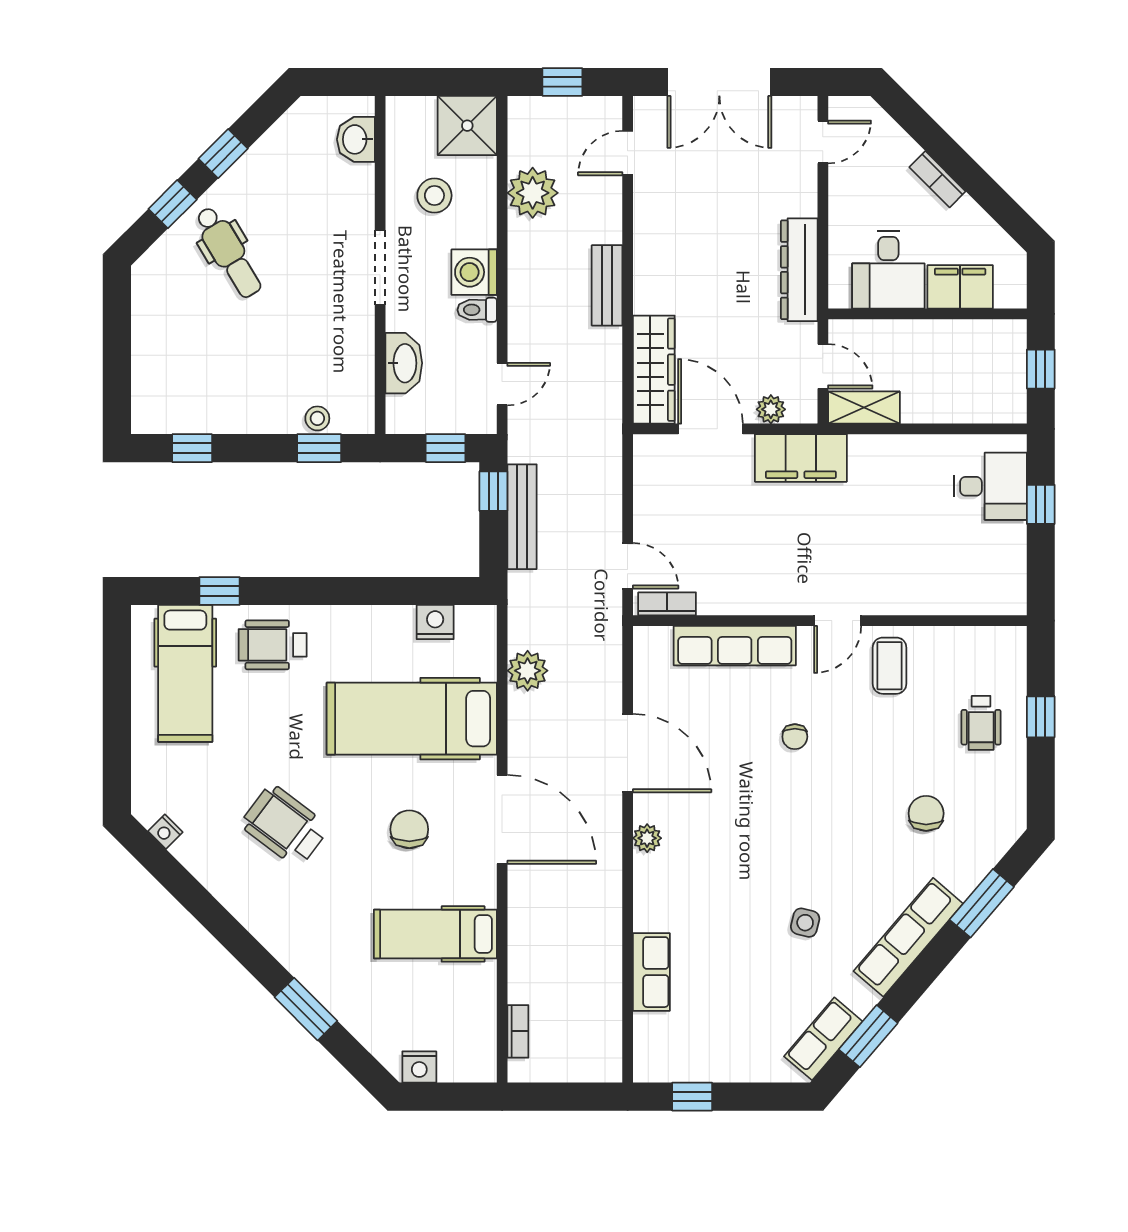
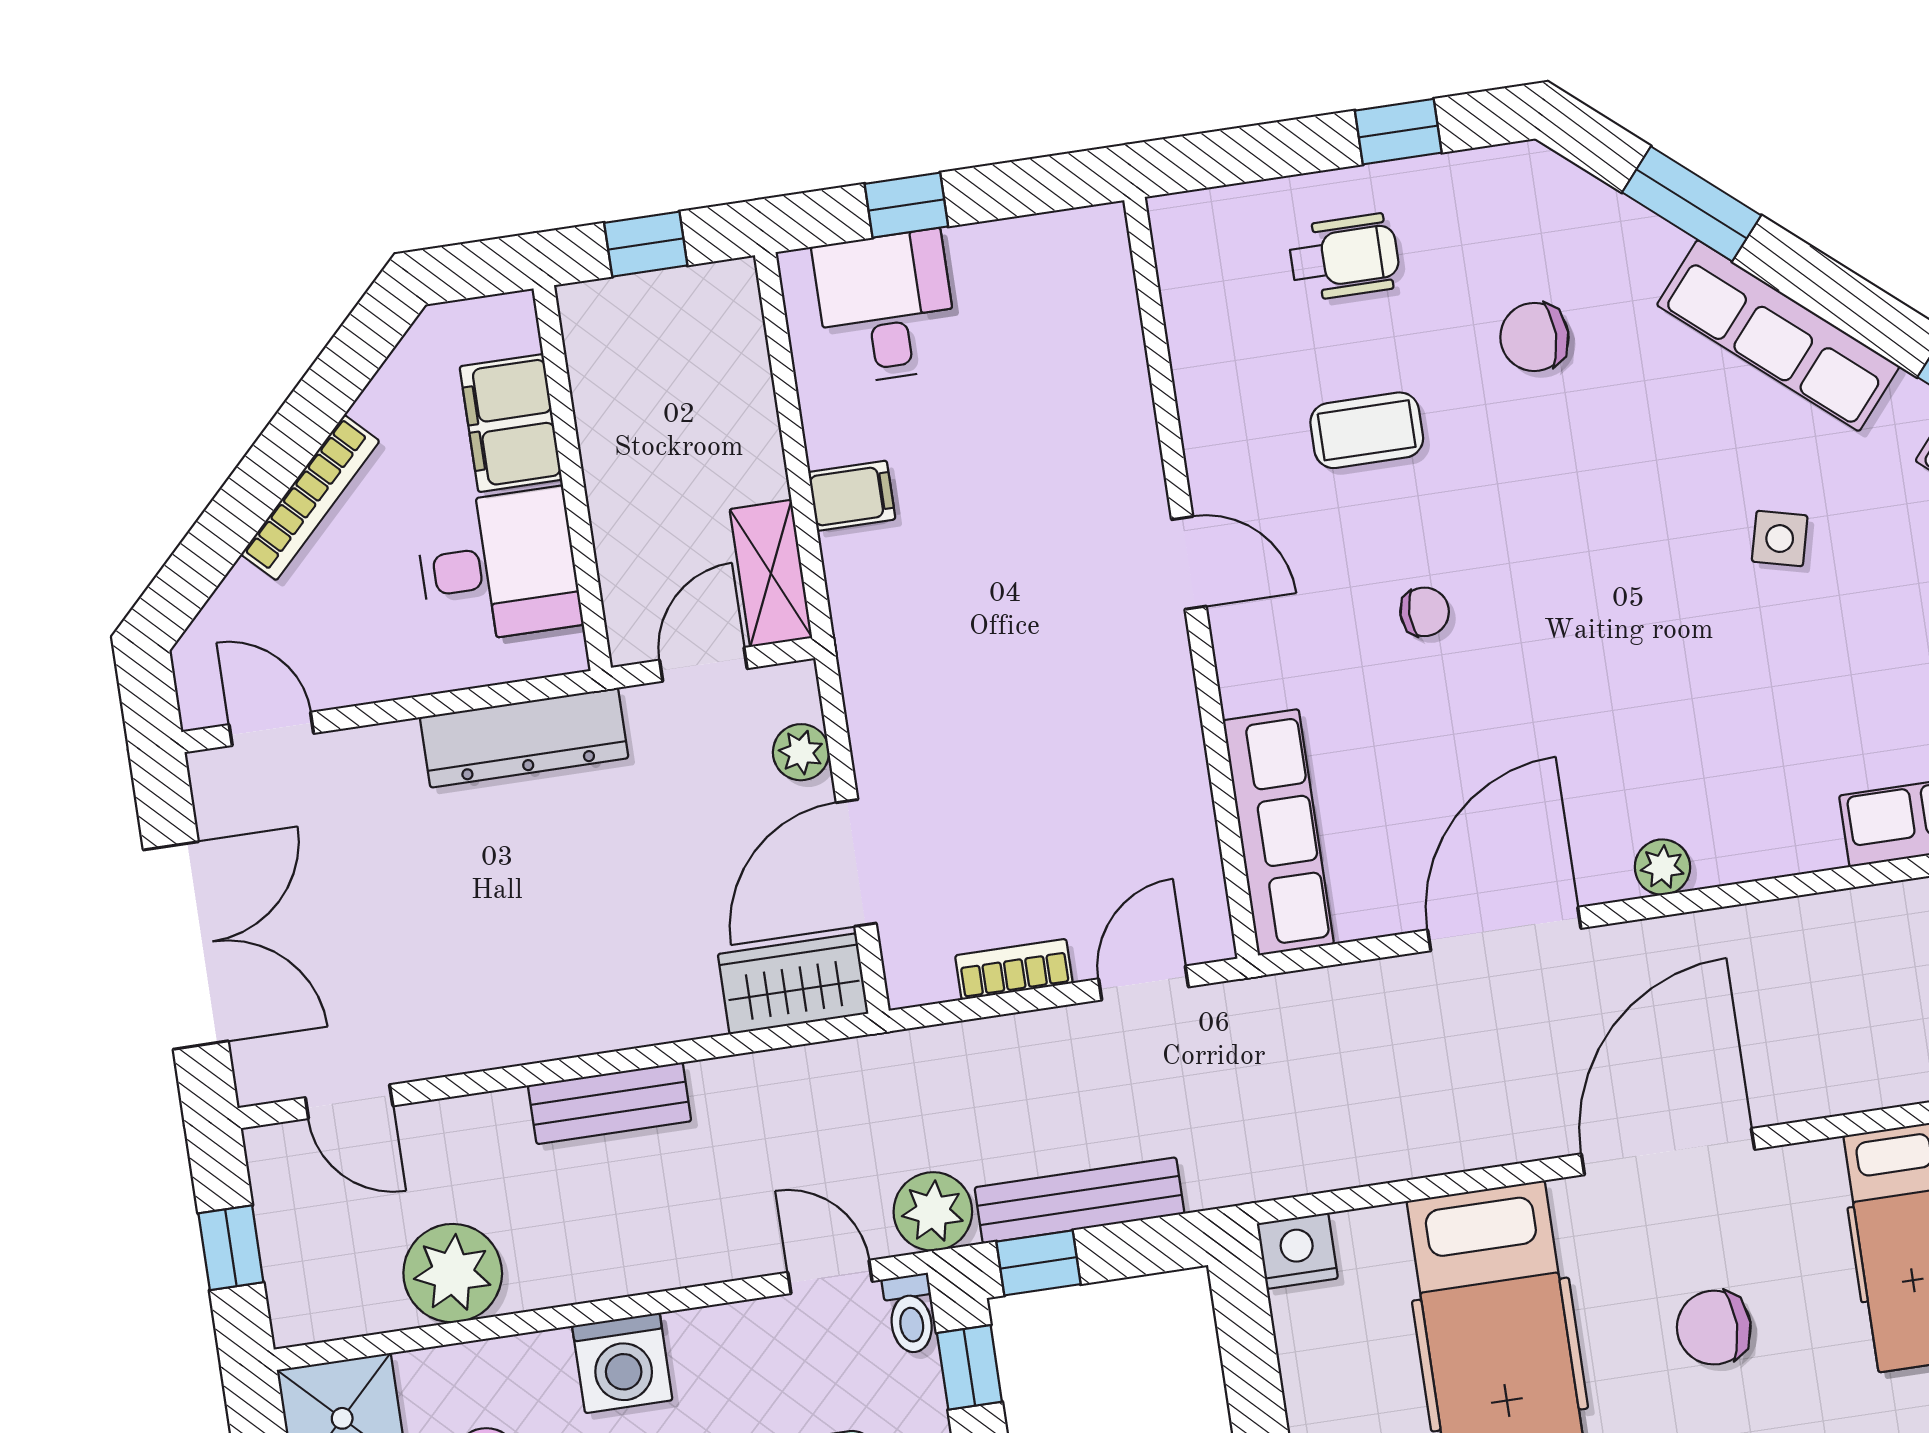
bookcase: (937, 179) -> (310, 498), width x1.56
toilet: (477, 310) -> (910, 1314), moved
wardrobe: (654, 370) -> (793, 984), width x0.67
filing cabinet: (801, 458) -> (852, 496), moved, width x0.33, depth x0.86
bookcase: (667, 604) -> (1014, 969), moved, turned 90
nightstand: (435, 622) -> (1297, 1251), moved, turned 90
row of seats: (735, 646) -> (1278, 832), moved
coffee table: (890, 666) -> (1367, 430), moved
plant: (528, 671) -> (933, 1211), moved
window: (1041, 717) -> (1398, 132), moved

